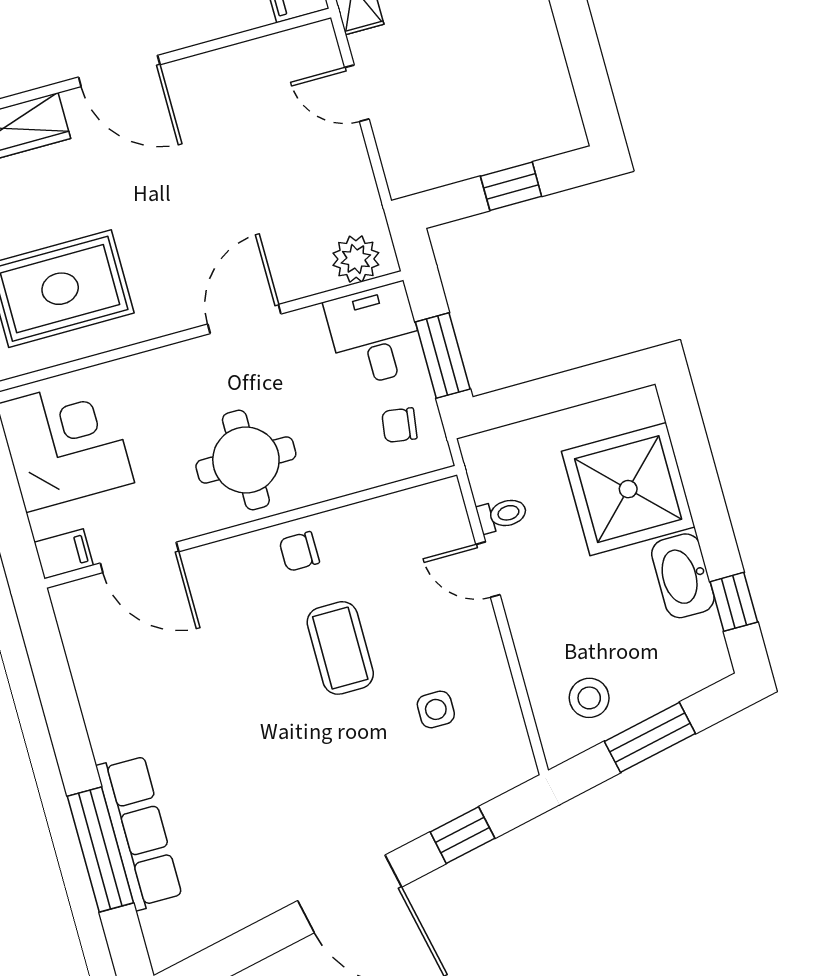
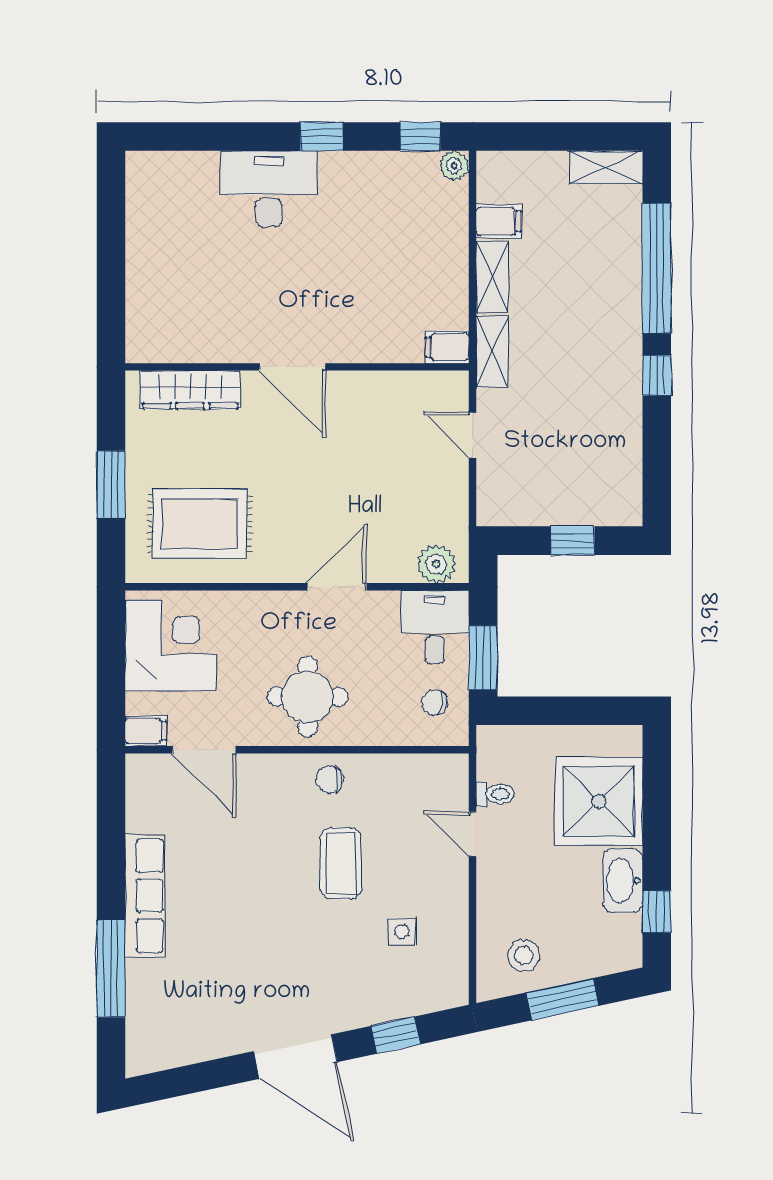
row of seats: (139, 832) -> (145, 896), moved

